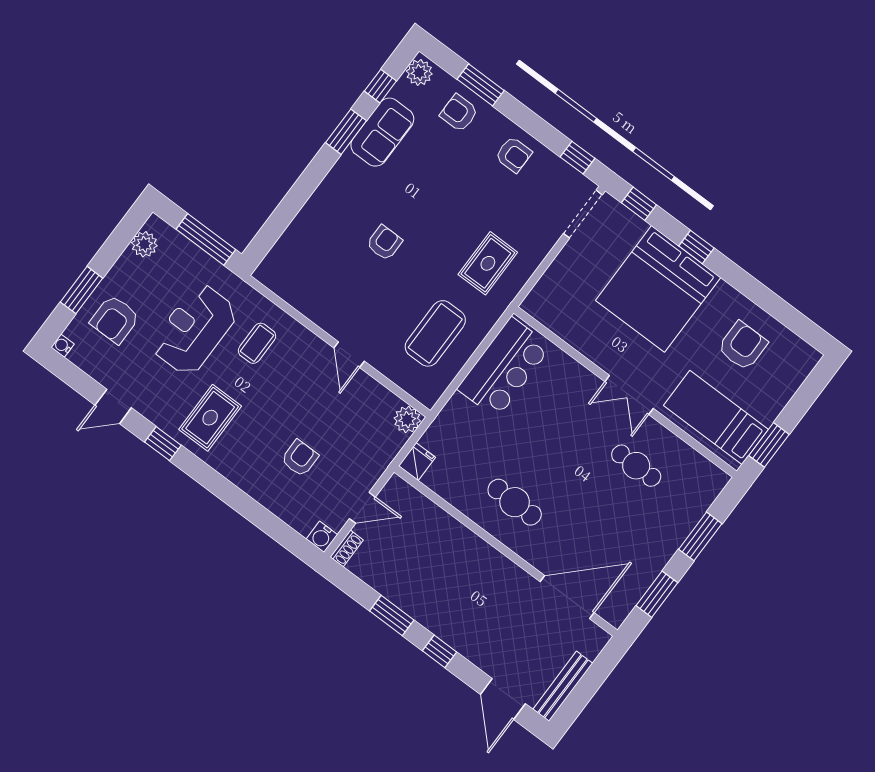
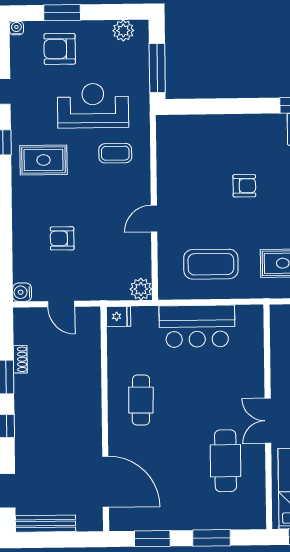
bar counter: (504, 368) -> (197, 326), moved
armchair: (300, 458) -> (62, 238), turned 180
cafe table: (636, 466) -> (225, 461), width x1.37, depth x1.35
shoe rack: (347, 548) -> (20, 359), moved, turned -90

